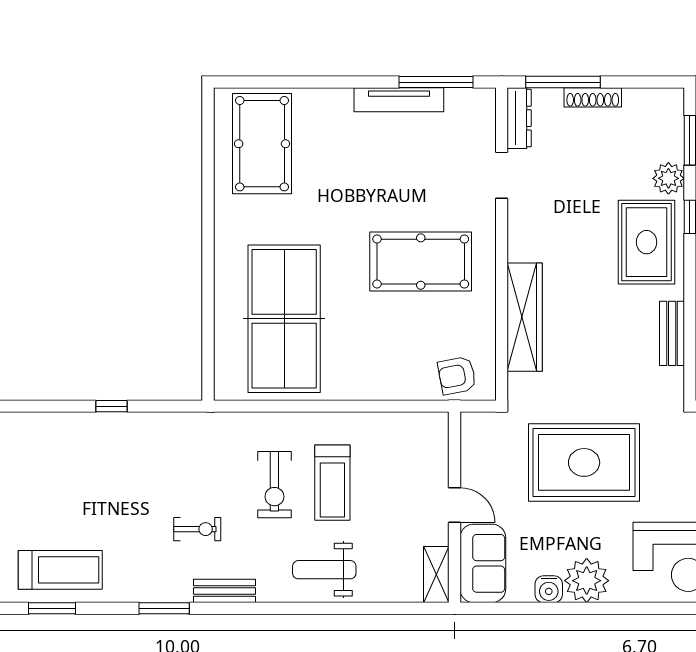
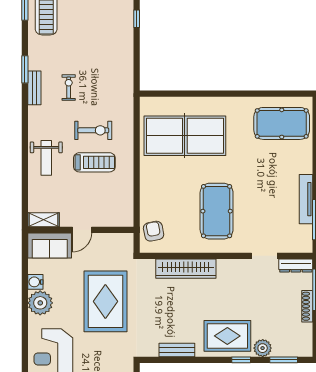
window: (111, 406) -> (137, 19), moved
treadmill: (332, 483) -> (94, 162), turned 180
exercise bike: (274, 485) -> (93, 130), turned 180
exercise bike: (197, 529) -> (69, 88), turned 180
weight bench: (324, 570) -> (46, 158), turned 180
bench: (224, 591) -> (34, 88), moved

